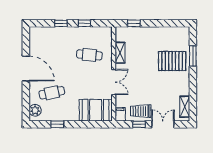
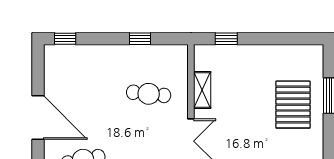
window: (61, 23) -> (65, 39), moved
pallet: (172, 61) -> (293, 105), turned 90

